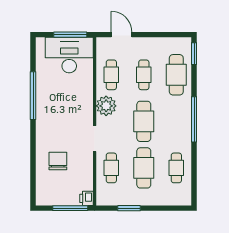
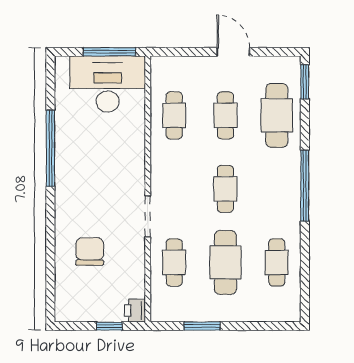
door: (122, 35) -> (233, 52), moved
plant: (106, 106) -> (166, 164), removed
cafe table: (144, 121) -> (225, 189), width x0.73, depth x0.74
window: (70, 208) -> (109, 326), width x0.46

